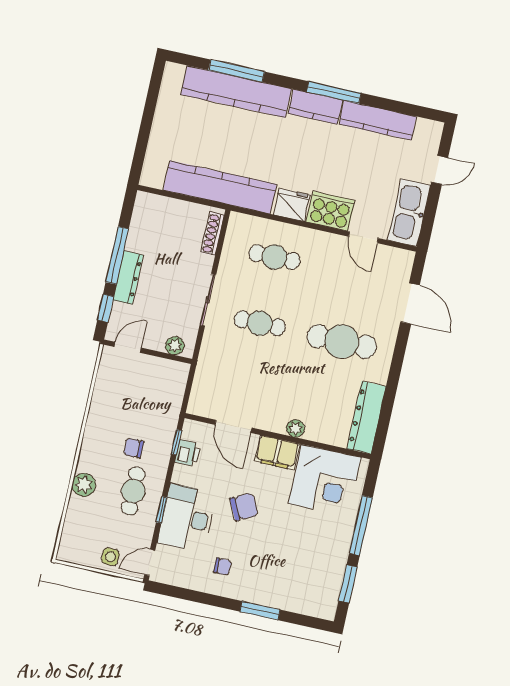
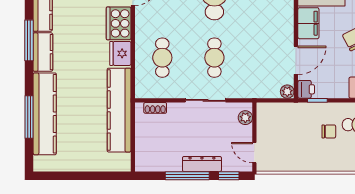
shoe rack: (213, 234) -> (155, 108), width x0.70
plant: (295, 428) -> (287, 92), moved
chair: (134, 448) -> (329, 131), turned -90
printer: (188, 453) -> (306, 89), moved, turned 90

